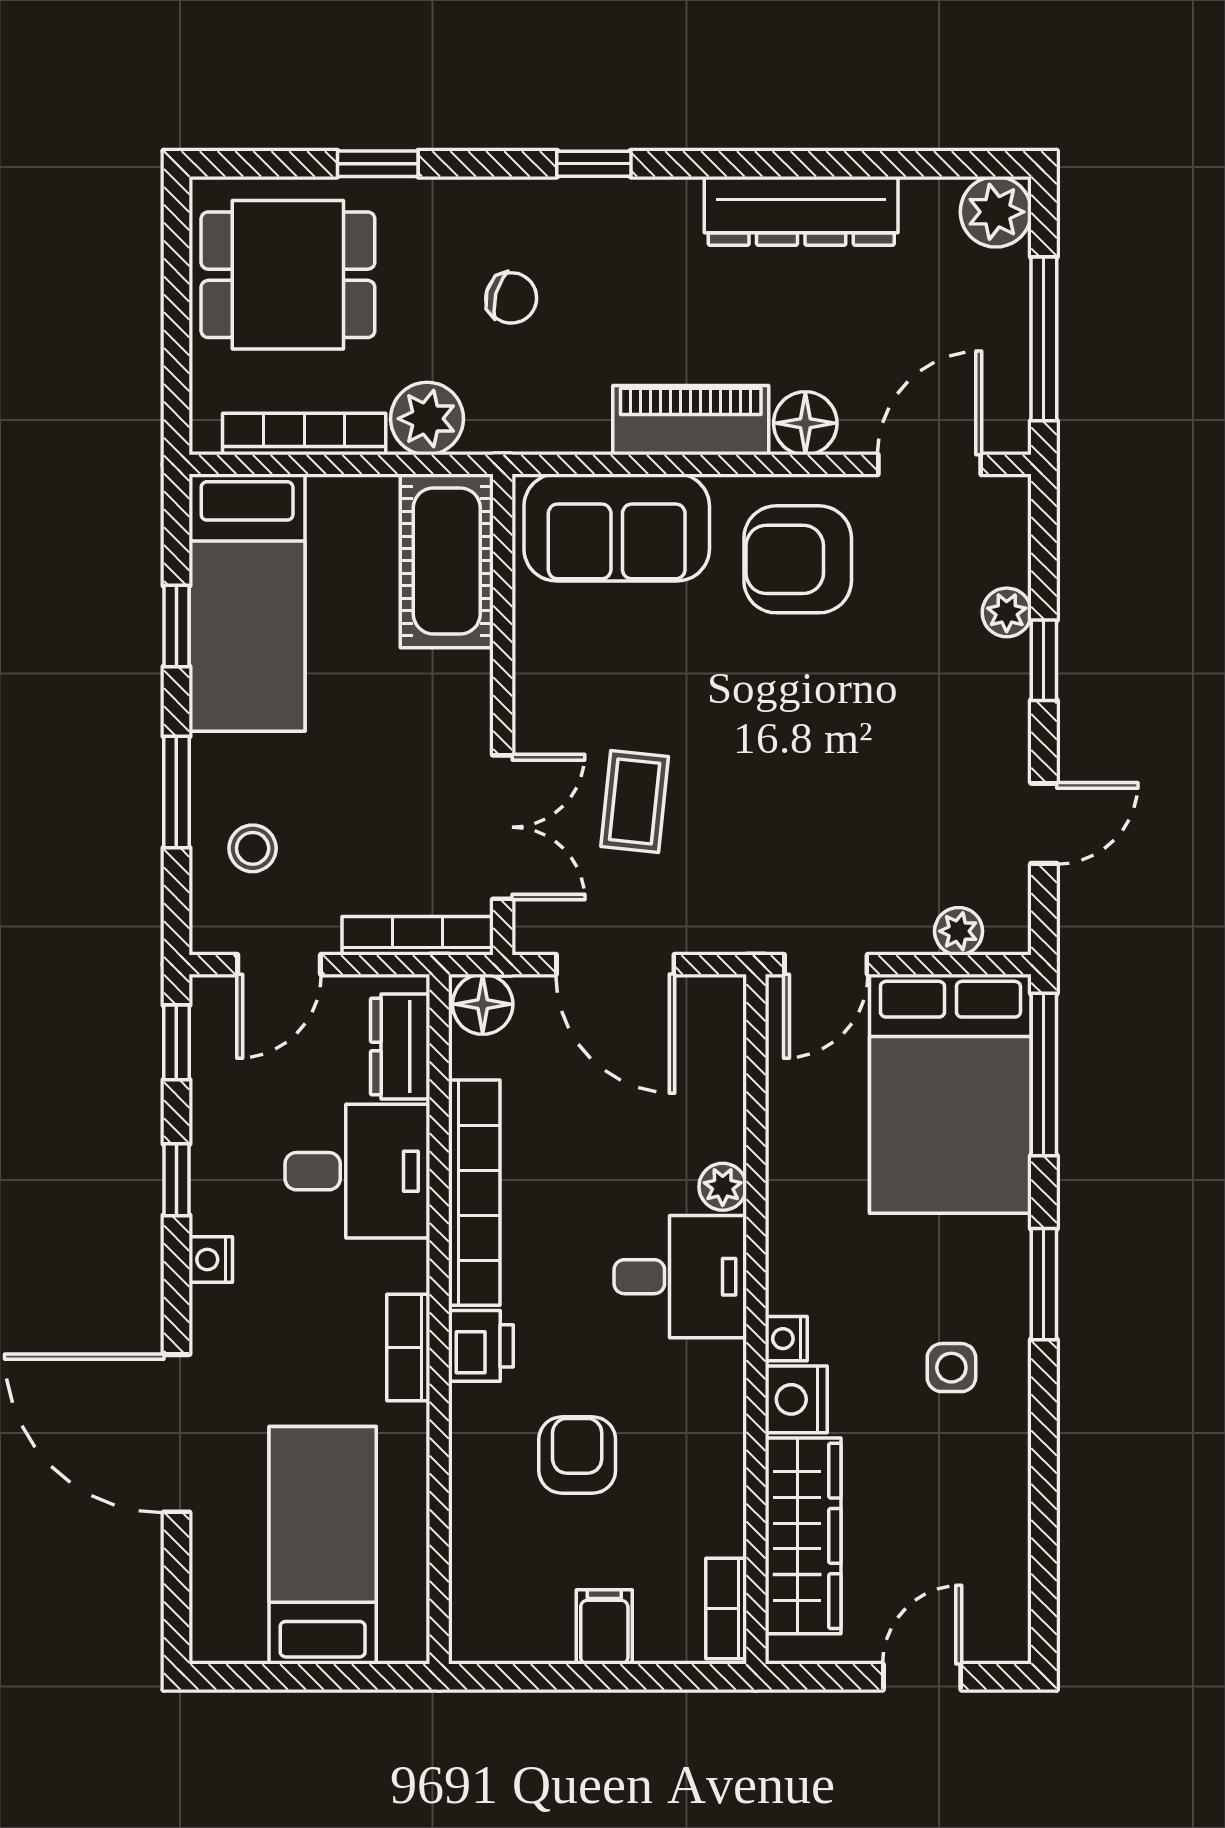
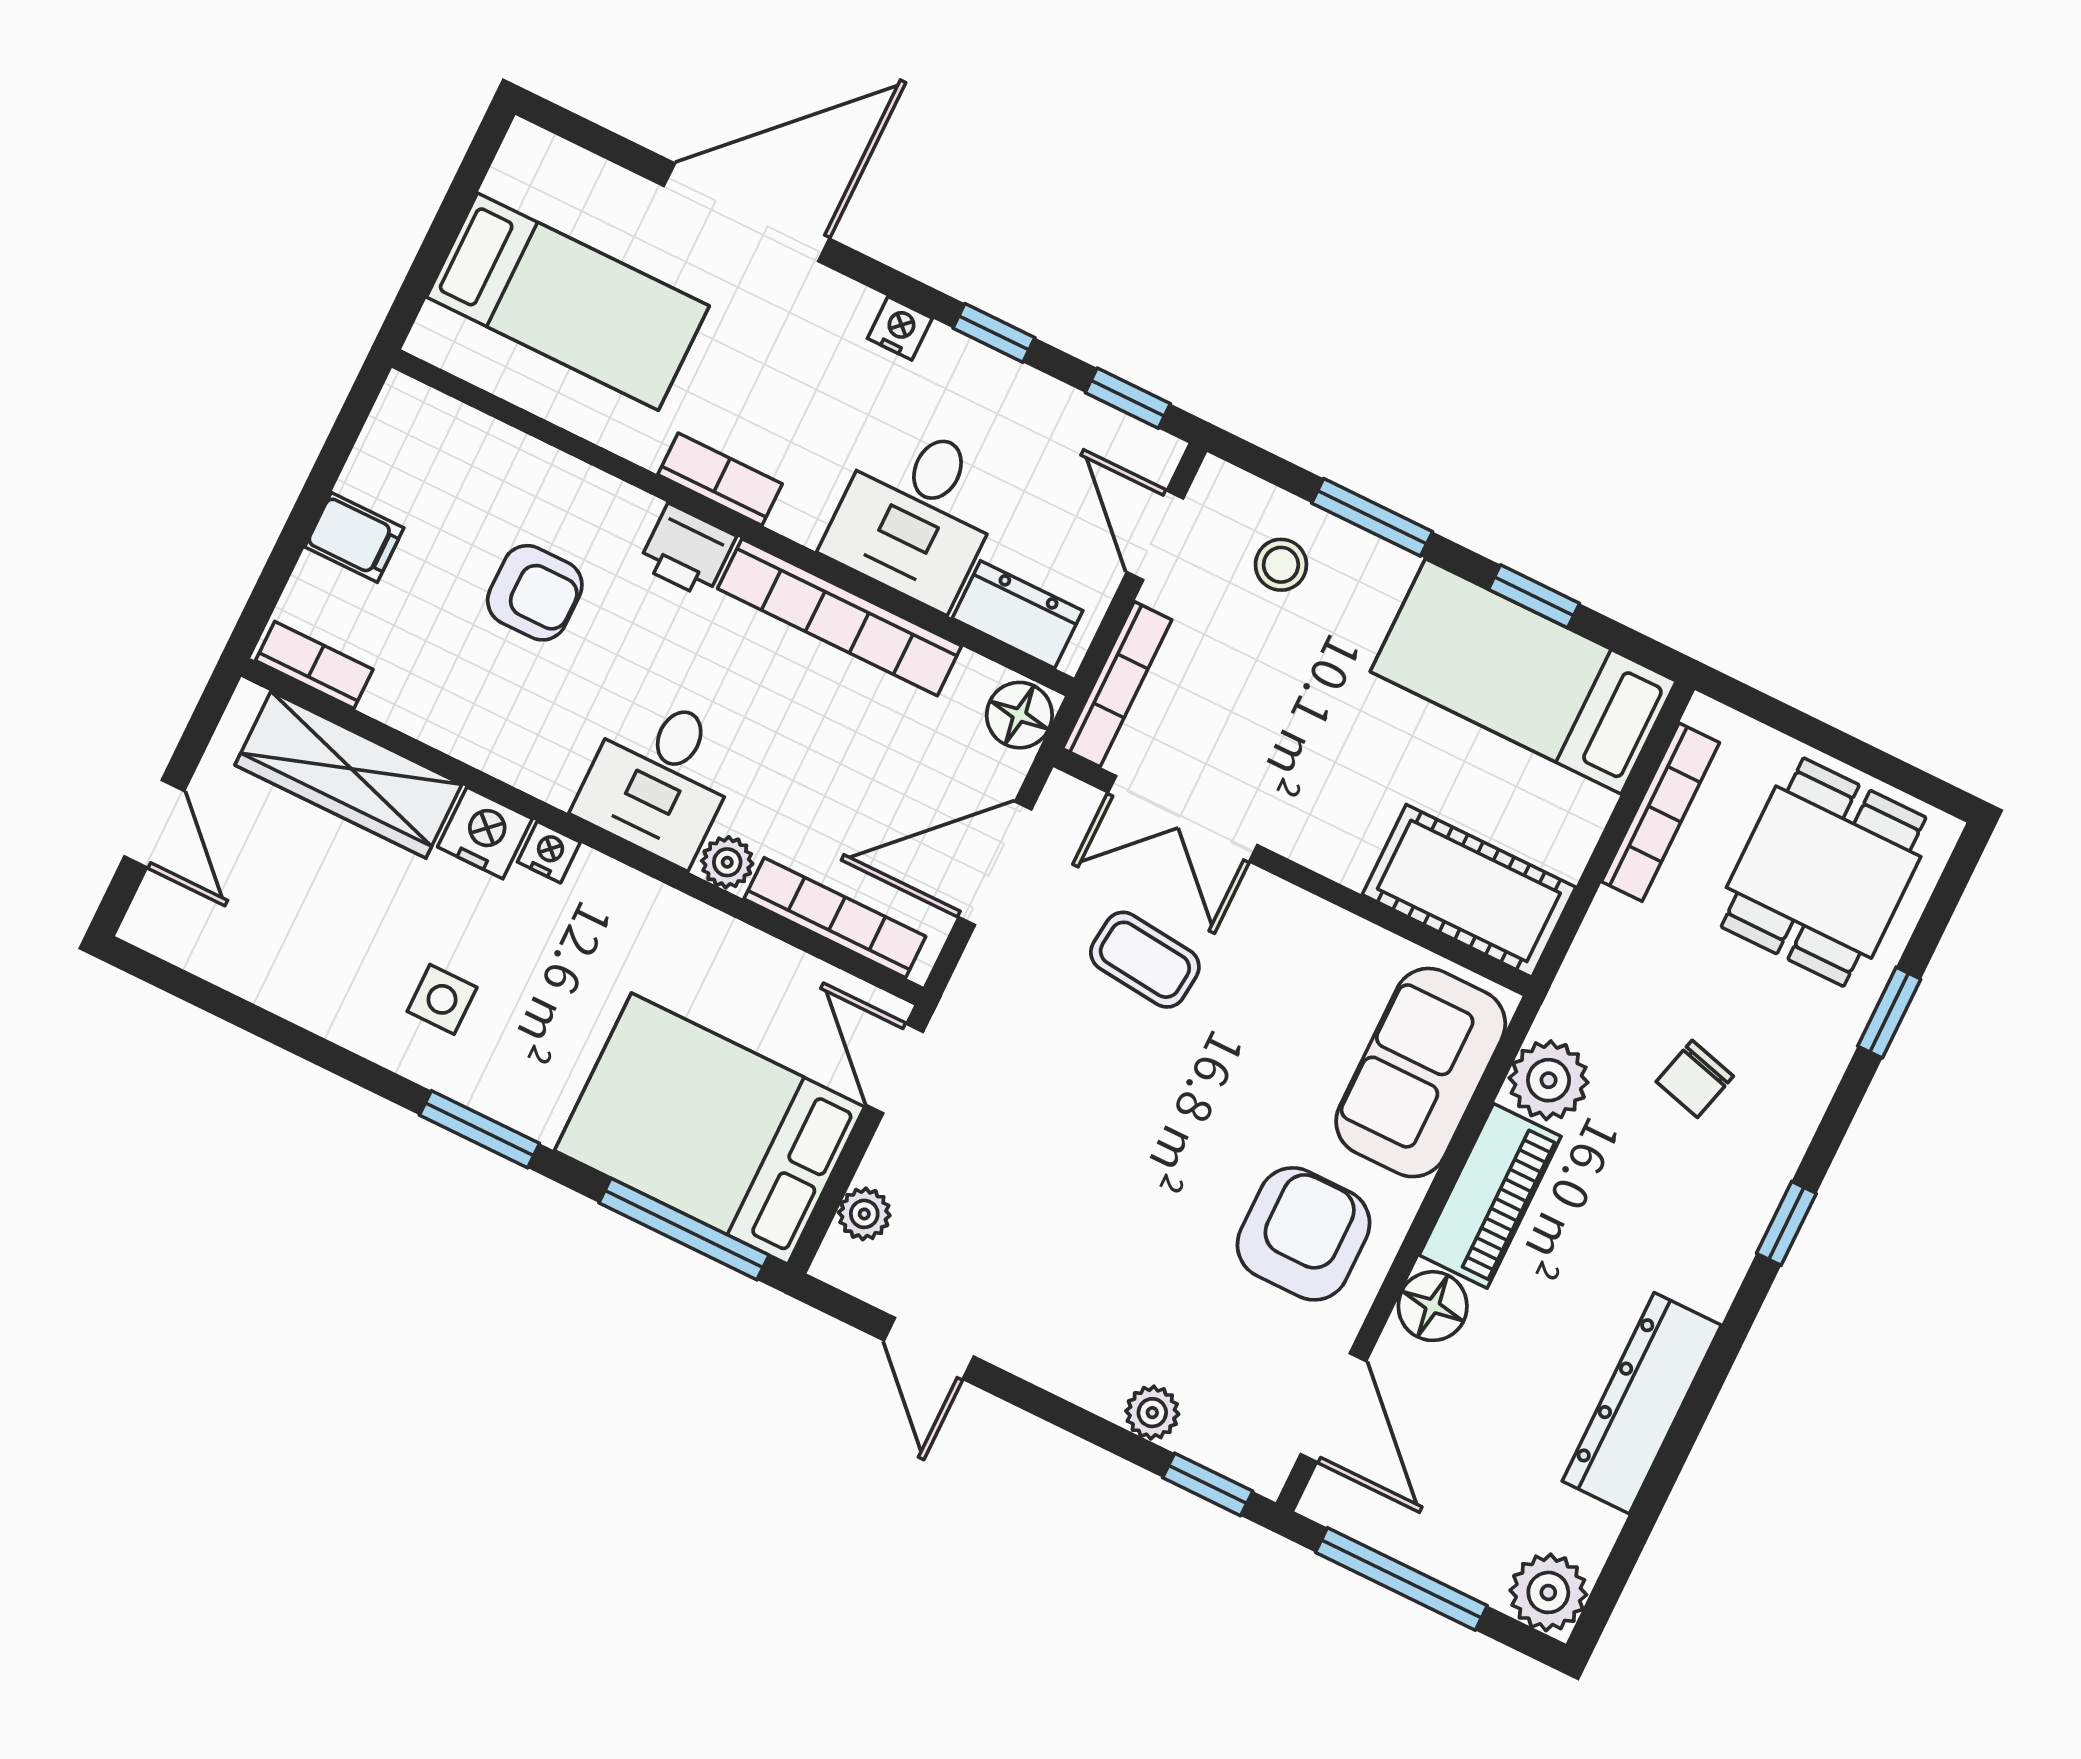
plant: (427, 419) -> (1549, 1080), moved
window: (1044, 660) -> (1208, 1484), moved
bookcase: (725, 1075) -> (835, 918), added

